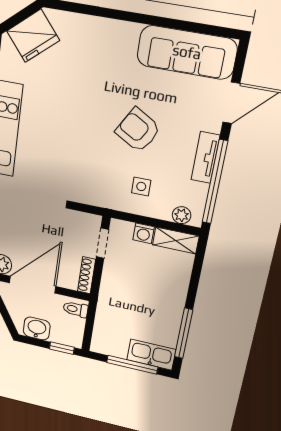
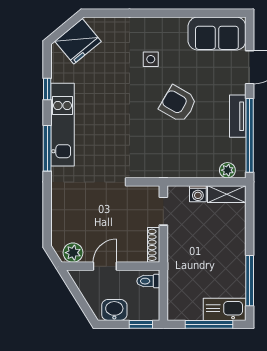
sofa: (187, 52) -> (217, 34), width x0.73
side table: (141, 186) -> (151, 59), moved
door: (33, 285) -> (105, 266), width x0.53

